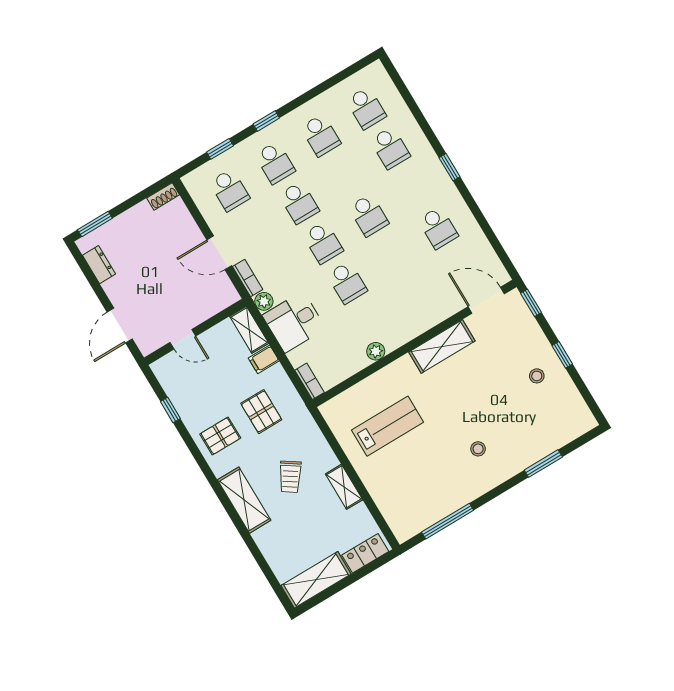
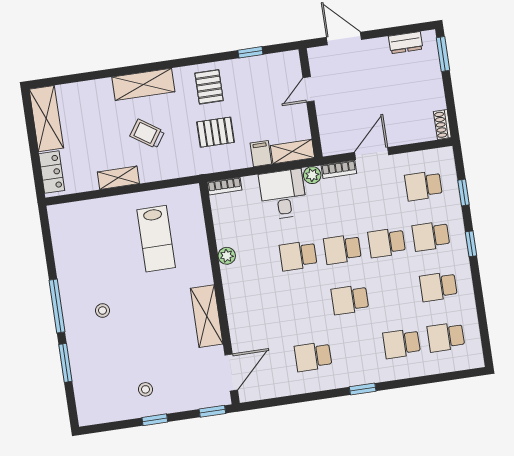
window: (448, 521) -> (57, 306), moved

